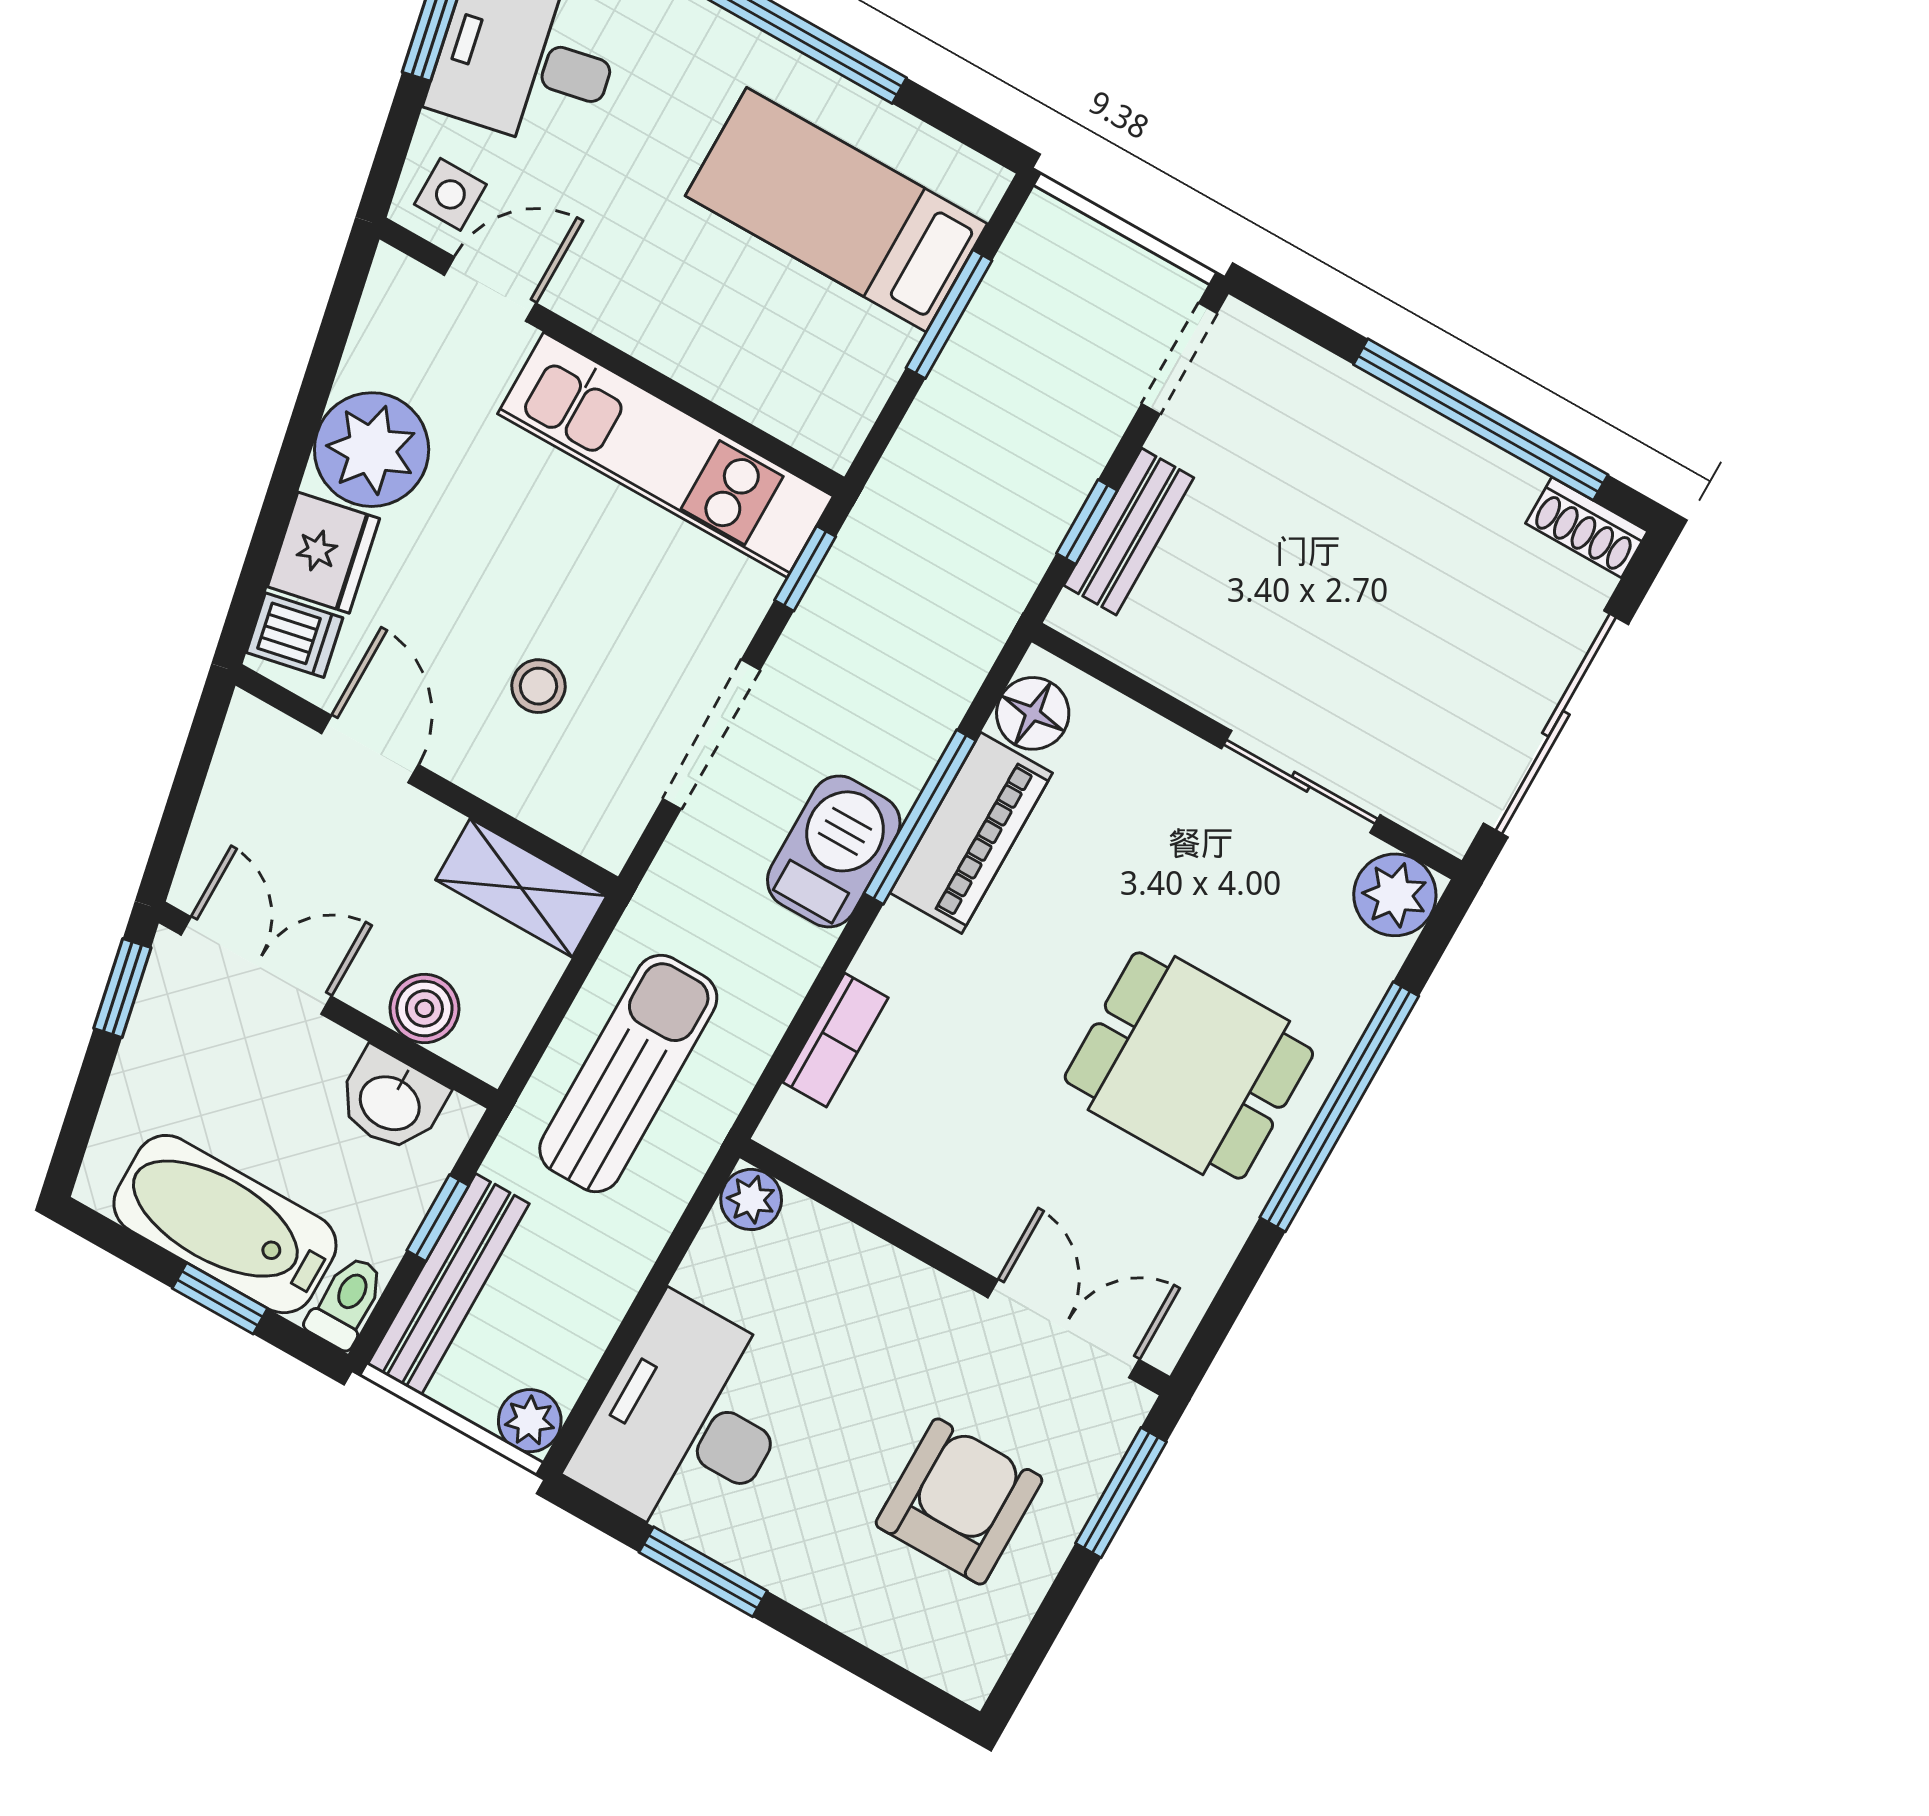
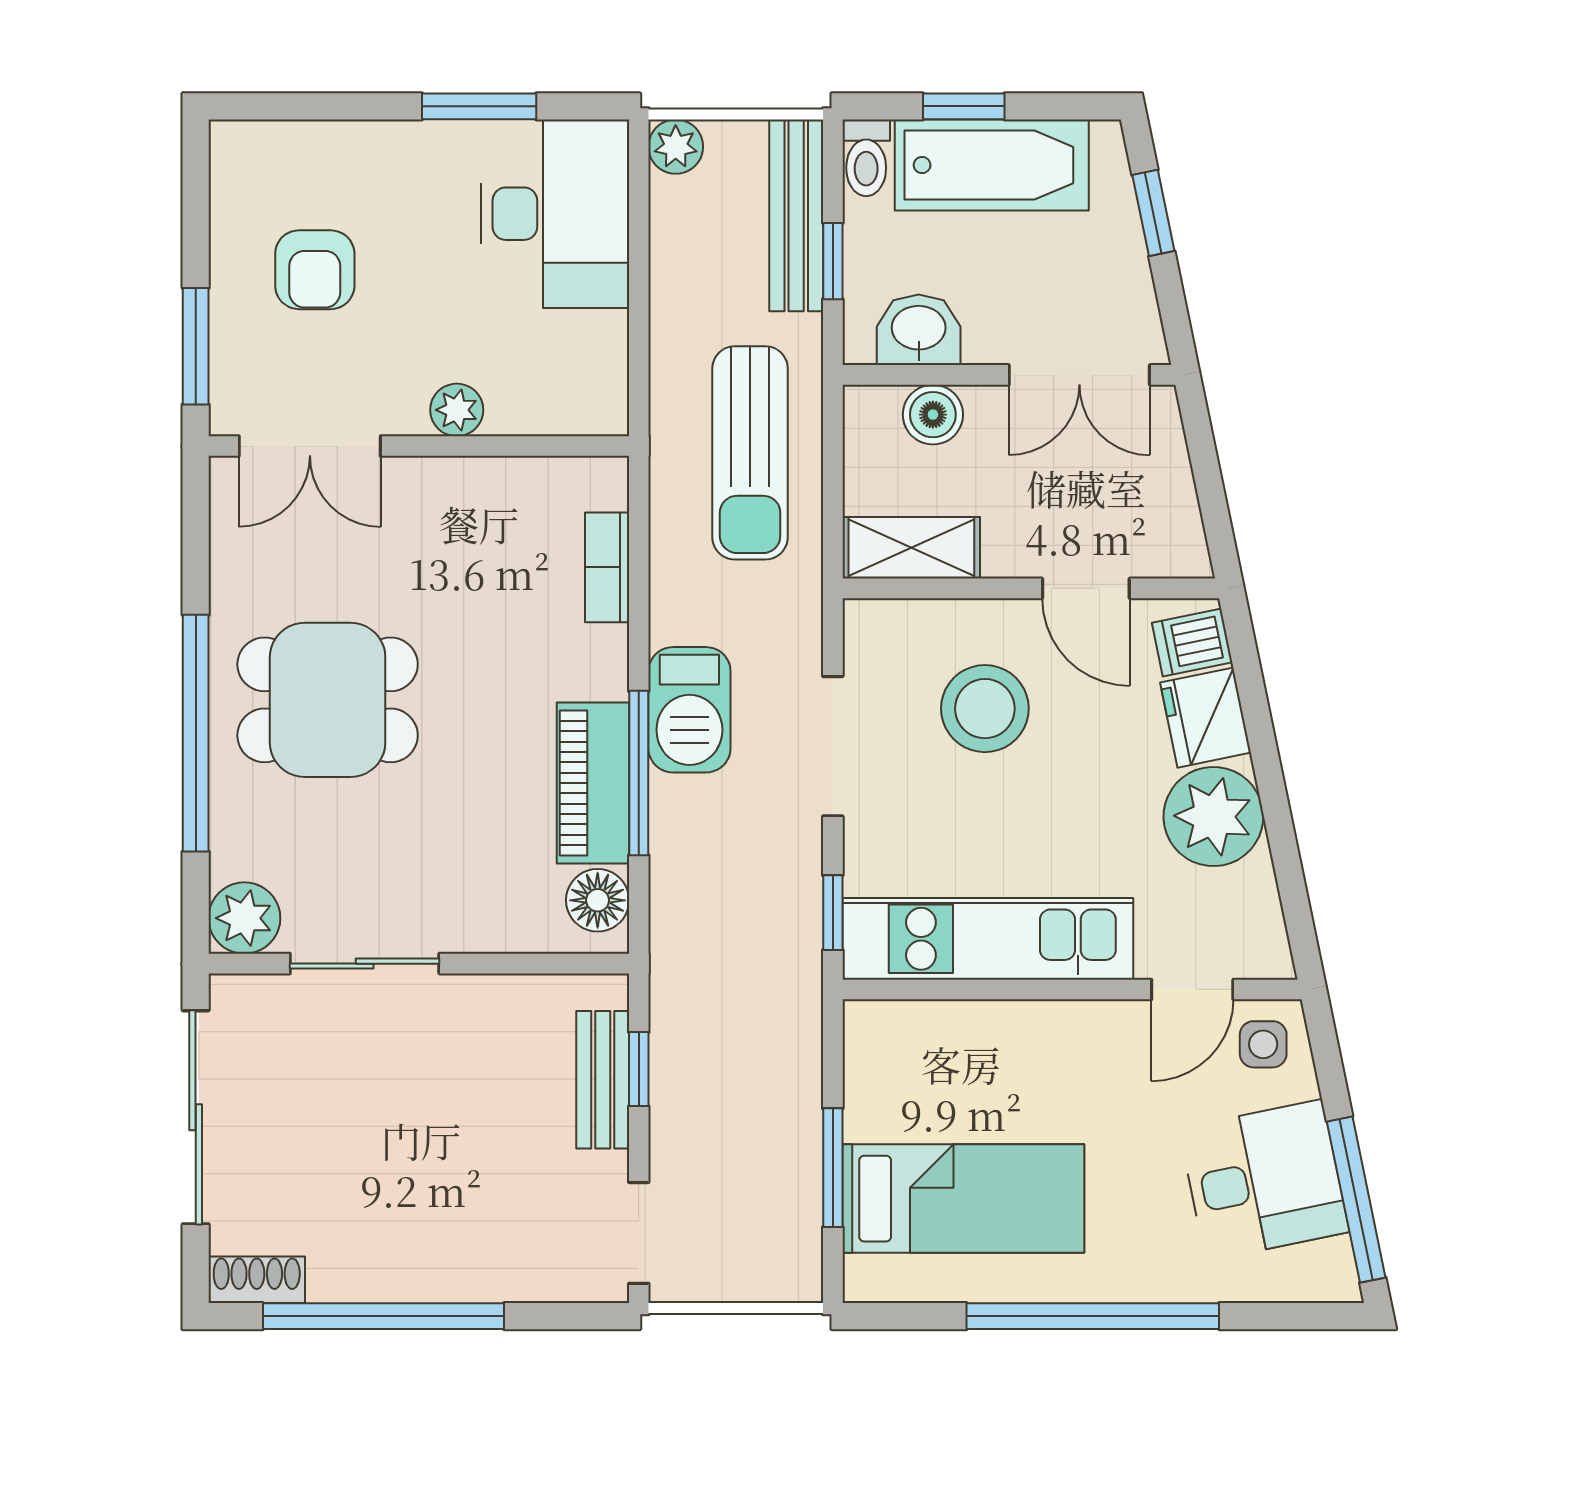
stool: (538, 686) -> (985, 709), width x1.89, depth x1.89
window: (122, 988) -> (1153, 213), moved
plant: (751, 1199) -> (457, 410), moved
armchair: (959, 1502) -> (315, 270), width x0.72, depth x0.72

